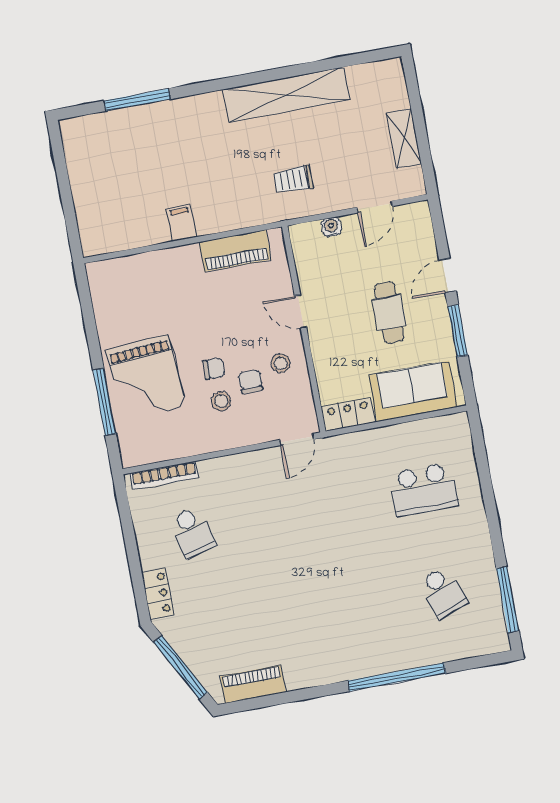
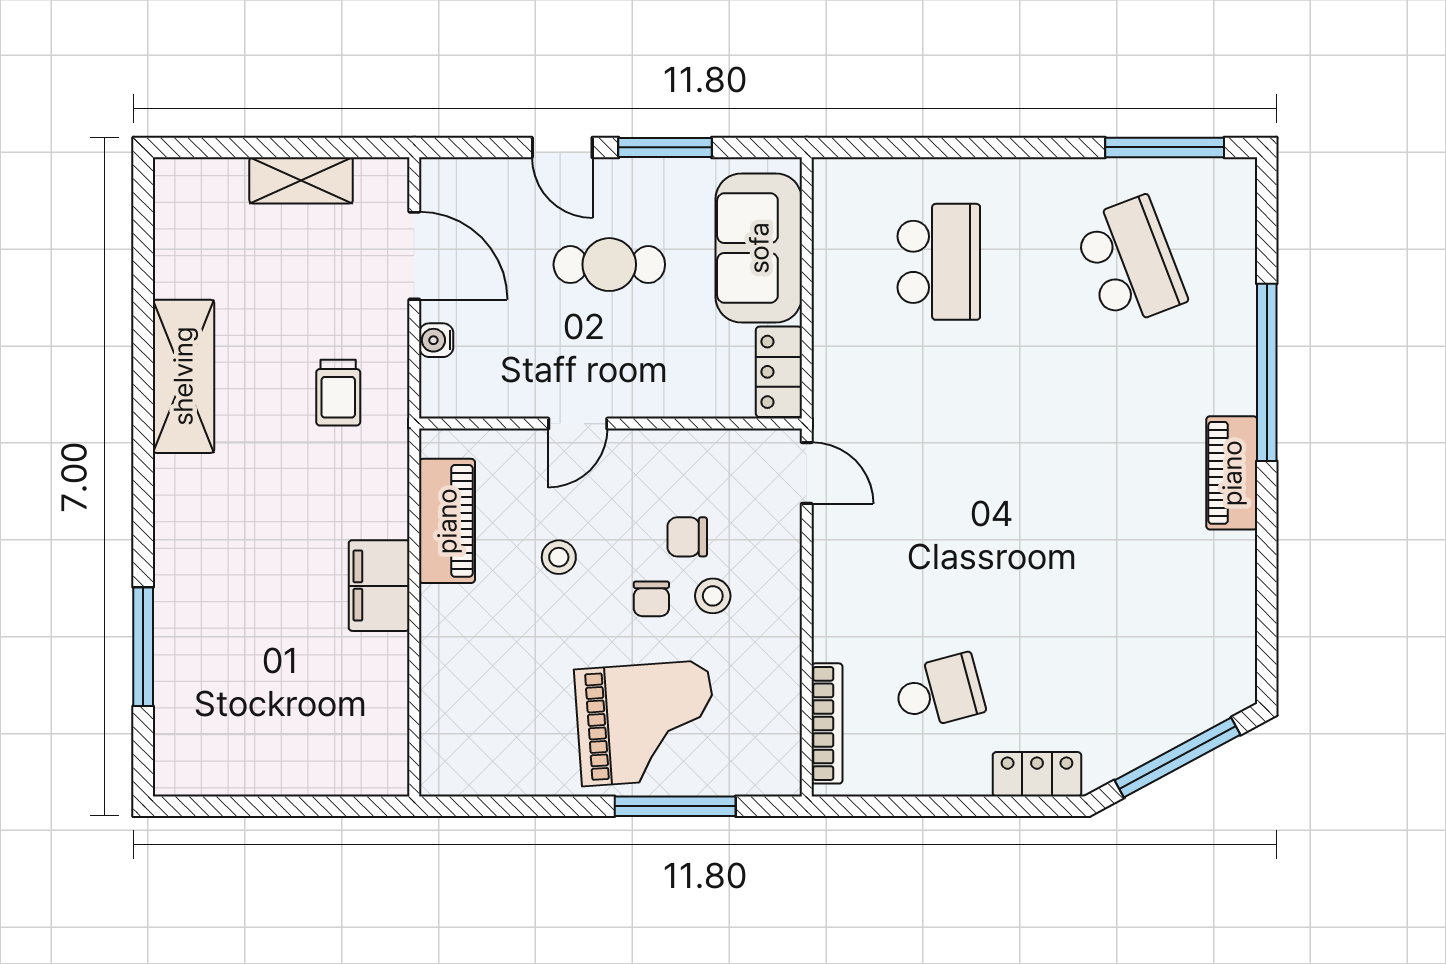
shelving: (287, 95) -> (183, 376), width x0.68
door: (375, 207) -> (414, 256), width x1.38
filing cabinet: (181, 223) -> (379, 586), width x2.00
stool: (281, 363) -> (559, 557), moved
chair: (214, 368) -> (651, 599), turned 180
school desk: (443, 592) -> (1130, 262), width x1.85
piano: (253, 684) -> (1232, 473), moved

